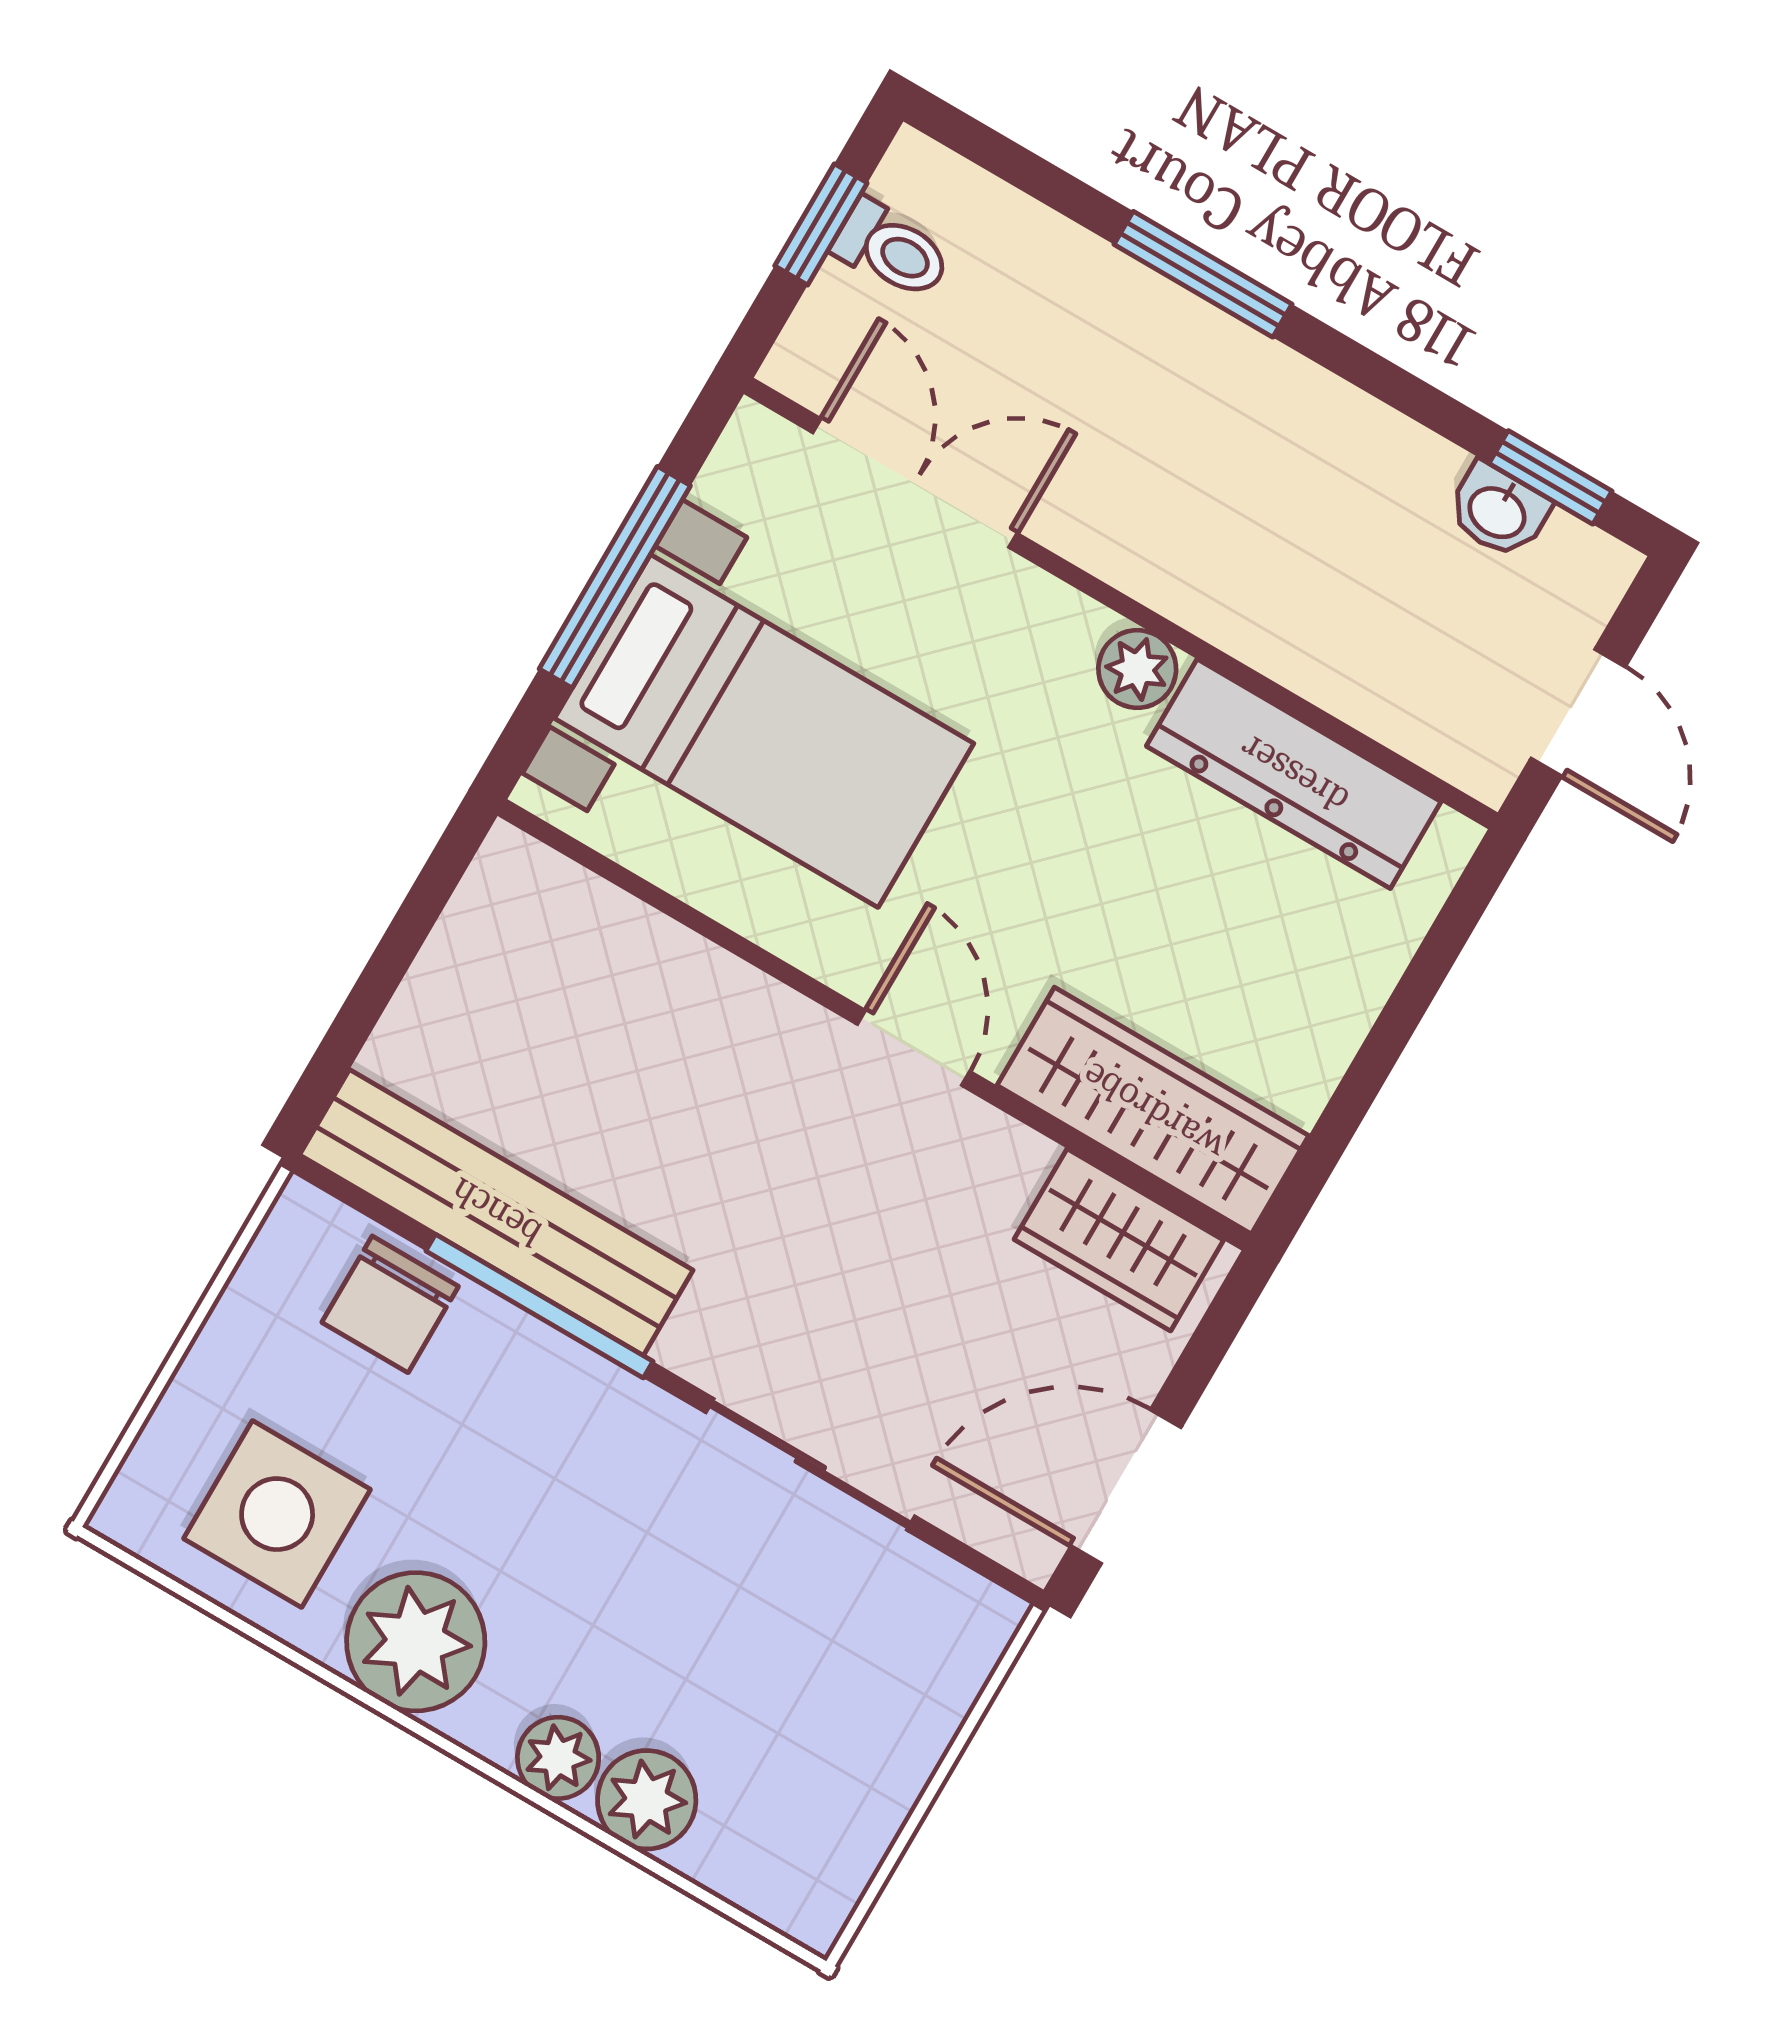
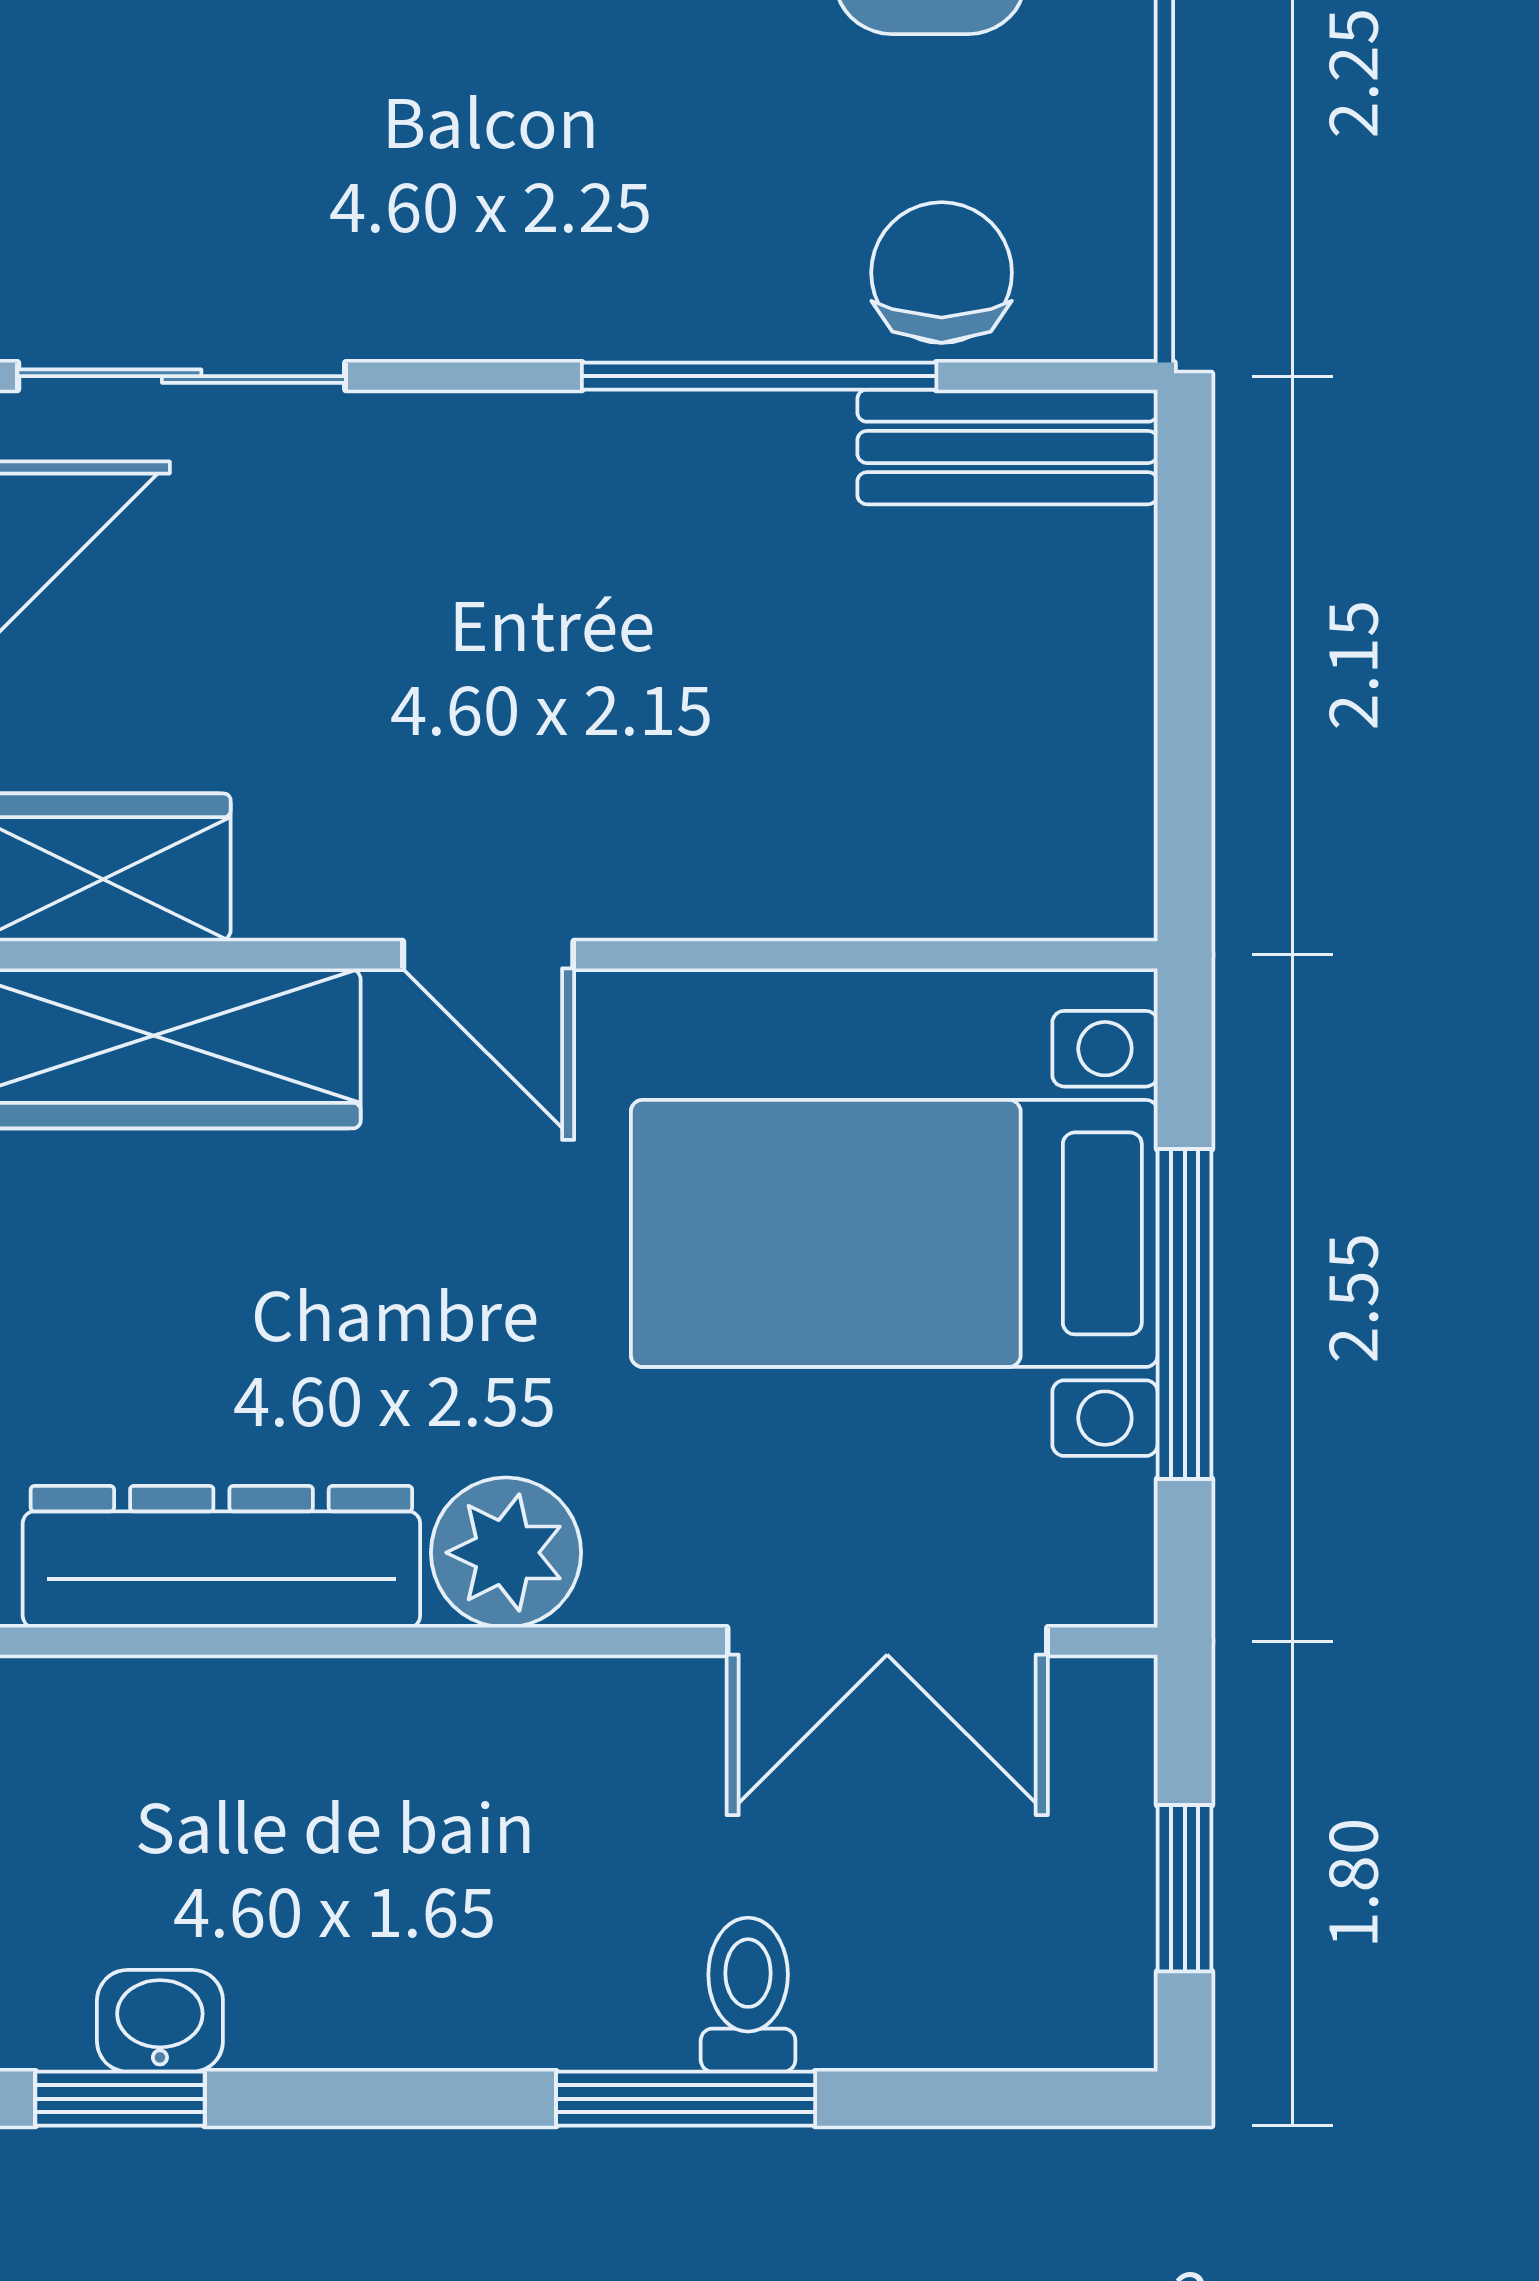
toilet: (892, 250) -> (748, 1995), moved, turned 90
plant: (1137, 669) -> (506, 1553), width x1.38, depth x1.38
bench: (496, 1212) -> (1007, 447), width x0.54, depth x0.82
sliding door: (810, 1464) -> (182, 376), moved

